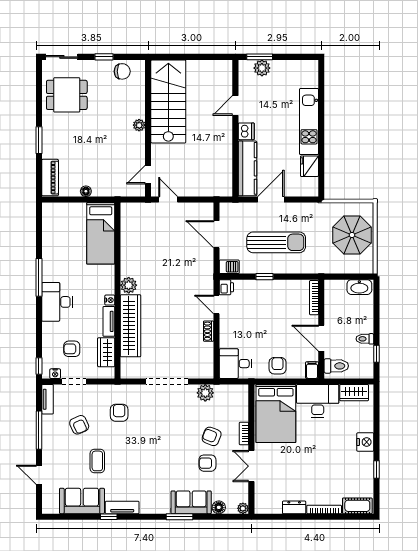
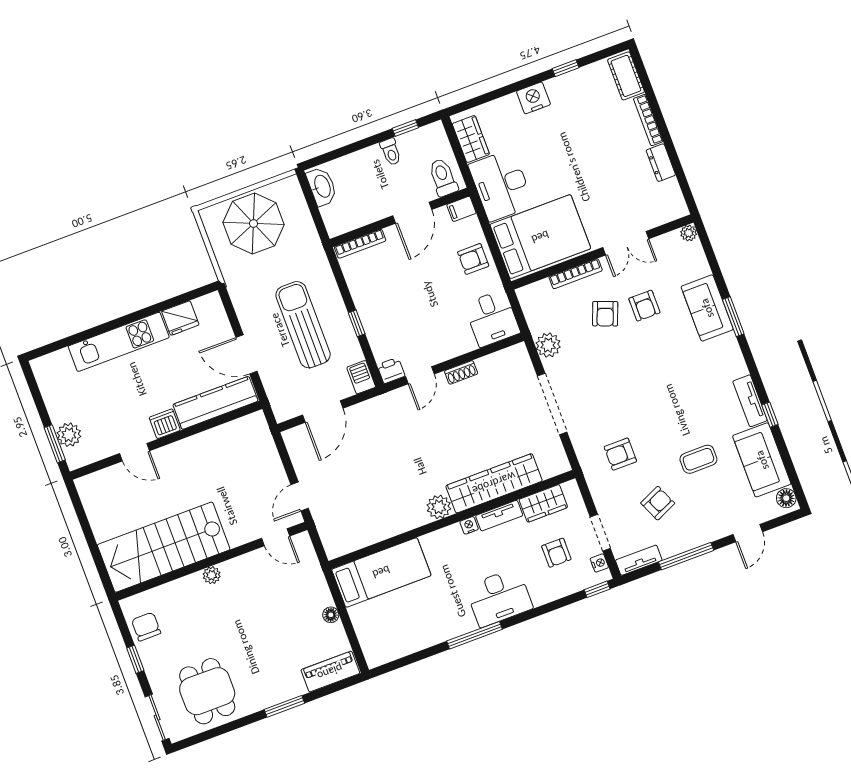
bookcase: (244, 434) -> (576, 274), width x1.56
floor lamp: (219, 507) -> (786, 498), moved

